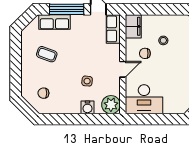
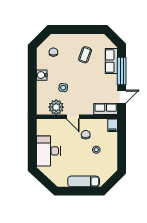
filing cabinet: (133, 26) -> (113, 125), width x0.50
desk: (144, 99) -> (48, 151), moved
plant: (111, 105) -> (56, 107), moved
water cooler: (87, 107) -> (42, 75), moved

